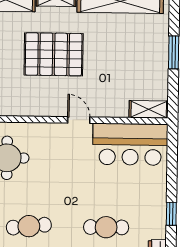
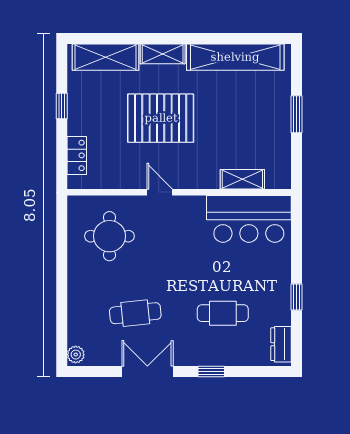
shelving: (149, 109) -> (242, 179), moved
door: (79, 120) -> (160, 192), moved

